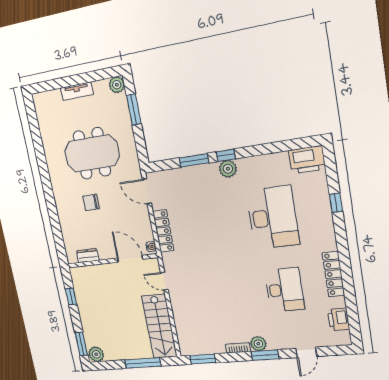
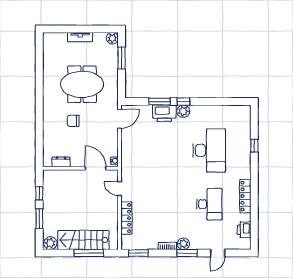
printer: (307, 160) -> (164, 113), moved
door: (147, 191) -> (120, 119), swing flipped
locker: (163, 231) -> (126, 218), moved
stairs: (159, 326) -> (83, 240), moved, turned 90
window: (81, 344) -> (39, 219), moved

